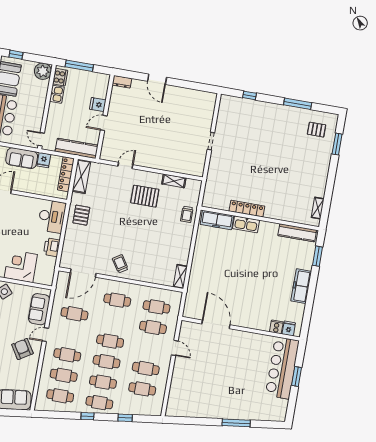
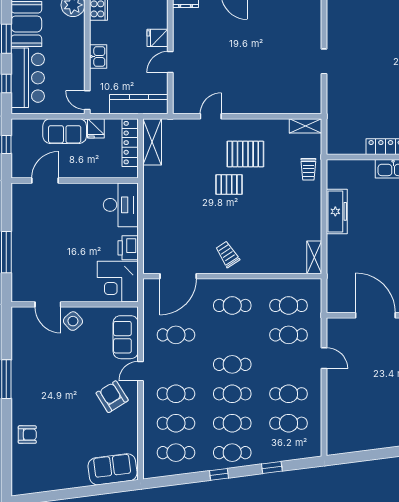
kitchen sink: (57, 94) -> (98, 57), moved
shelving: (174, 181) -> (306, 126), moved
pallet: (81, 215) -> (229, 184), moved, turned 90
freezer: (217, 220) -> (337, 211), moved, turned -90
corner desk: (21, 266) -> (118, 282), moved, turned -90

